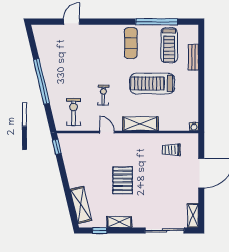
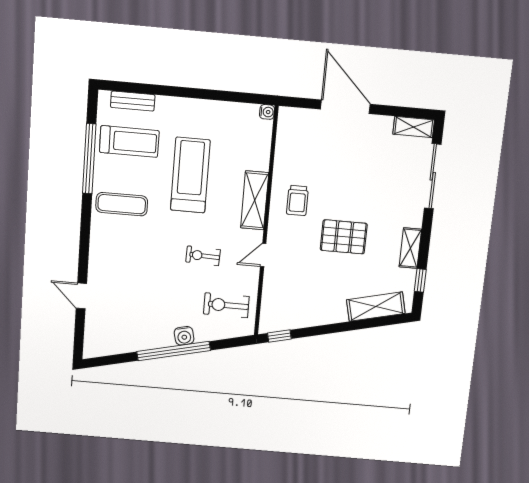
bench: (193, 57) -> (133, 101), moved
treadmill: (152, 83) -> (190, 175), turned 180
water cooler: (52, 87) -> (184, 336), added
trolley: (171, 150) -> (297, 200), moved

